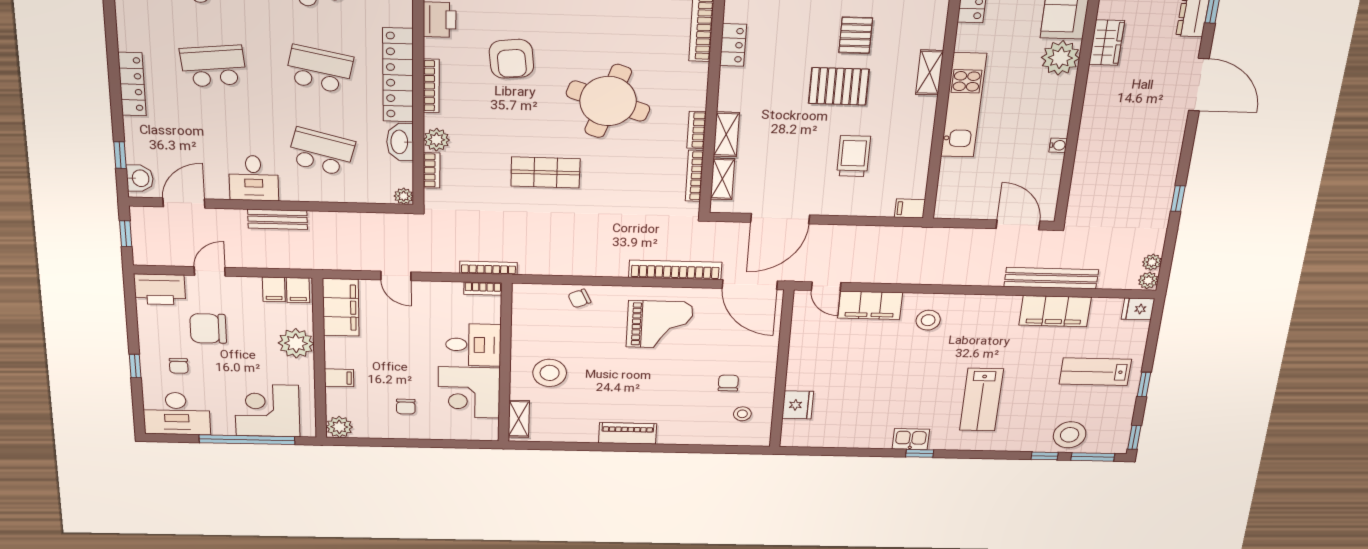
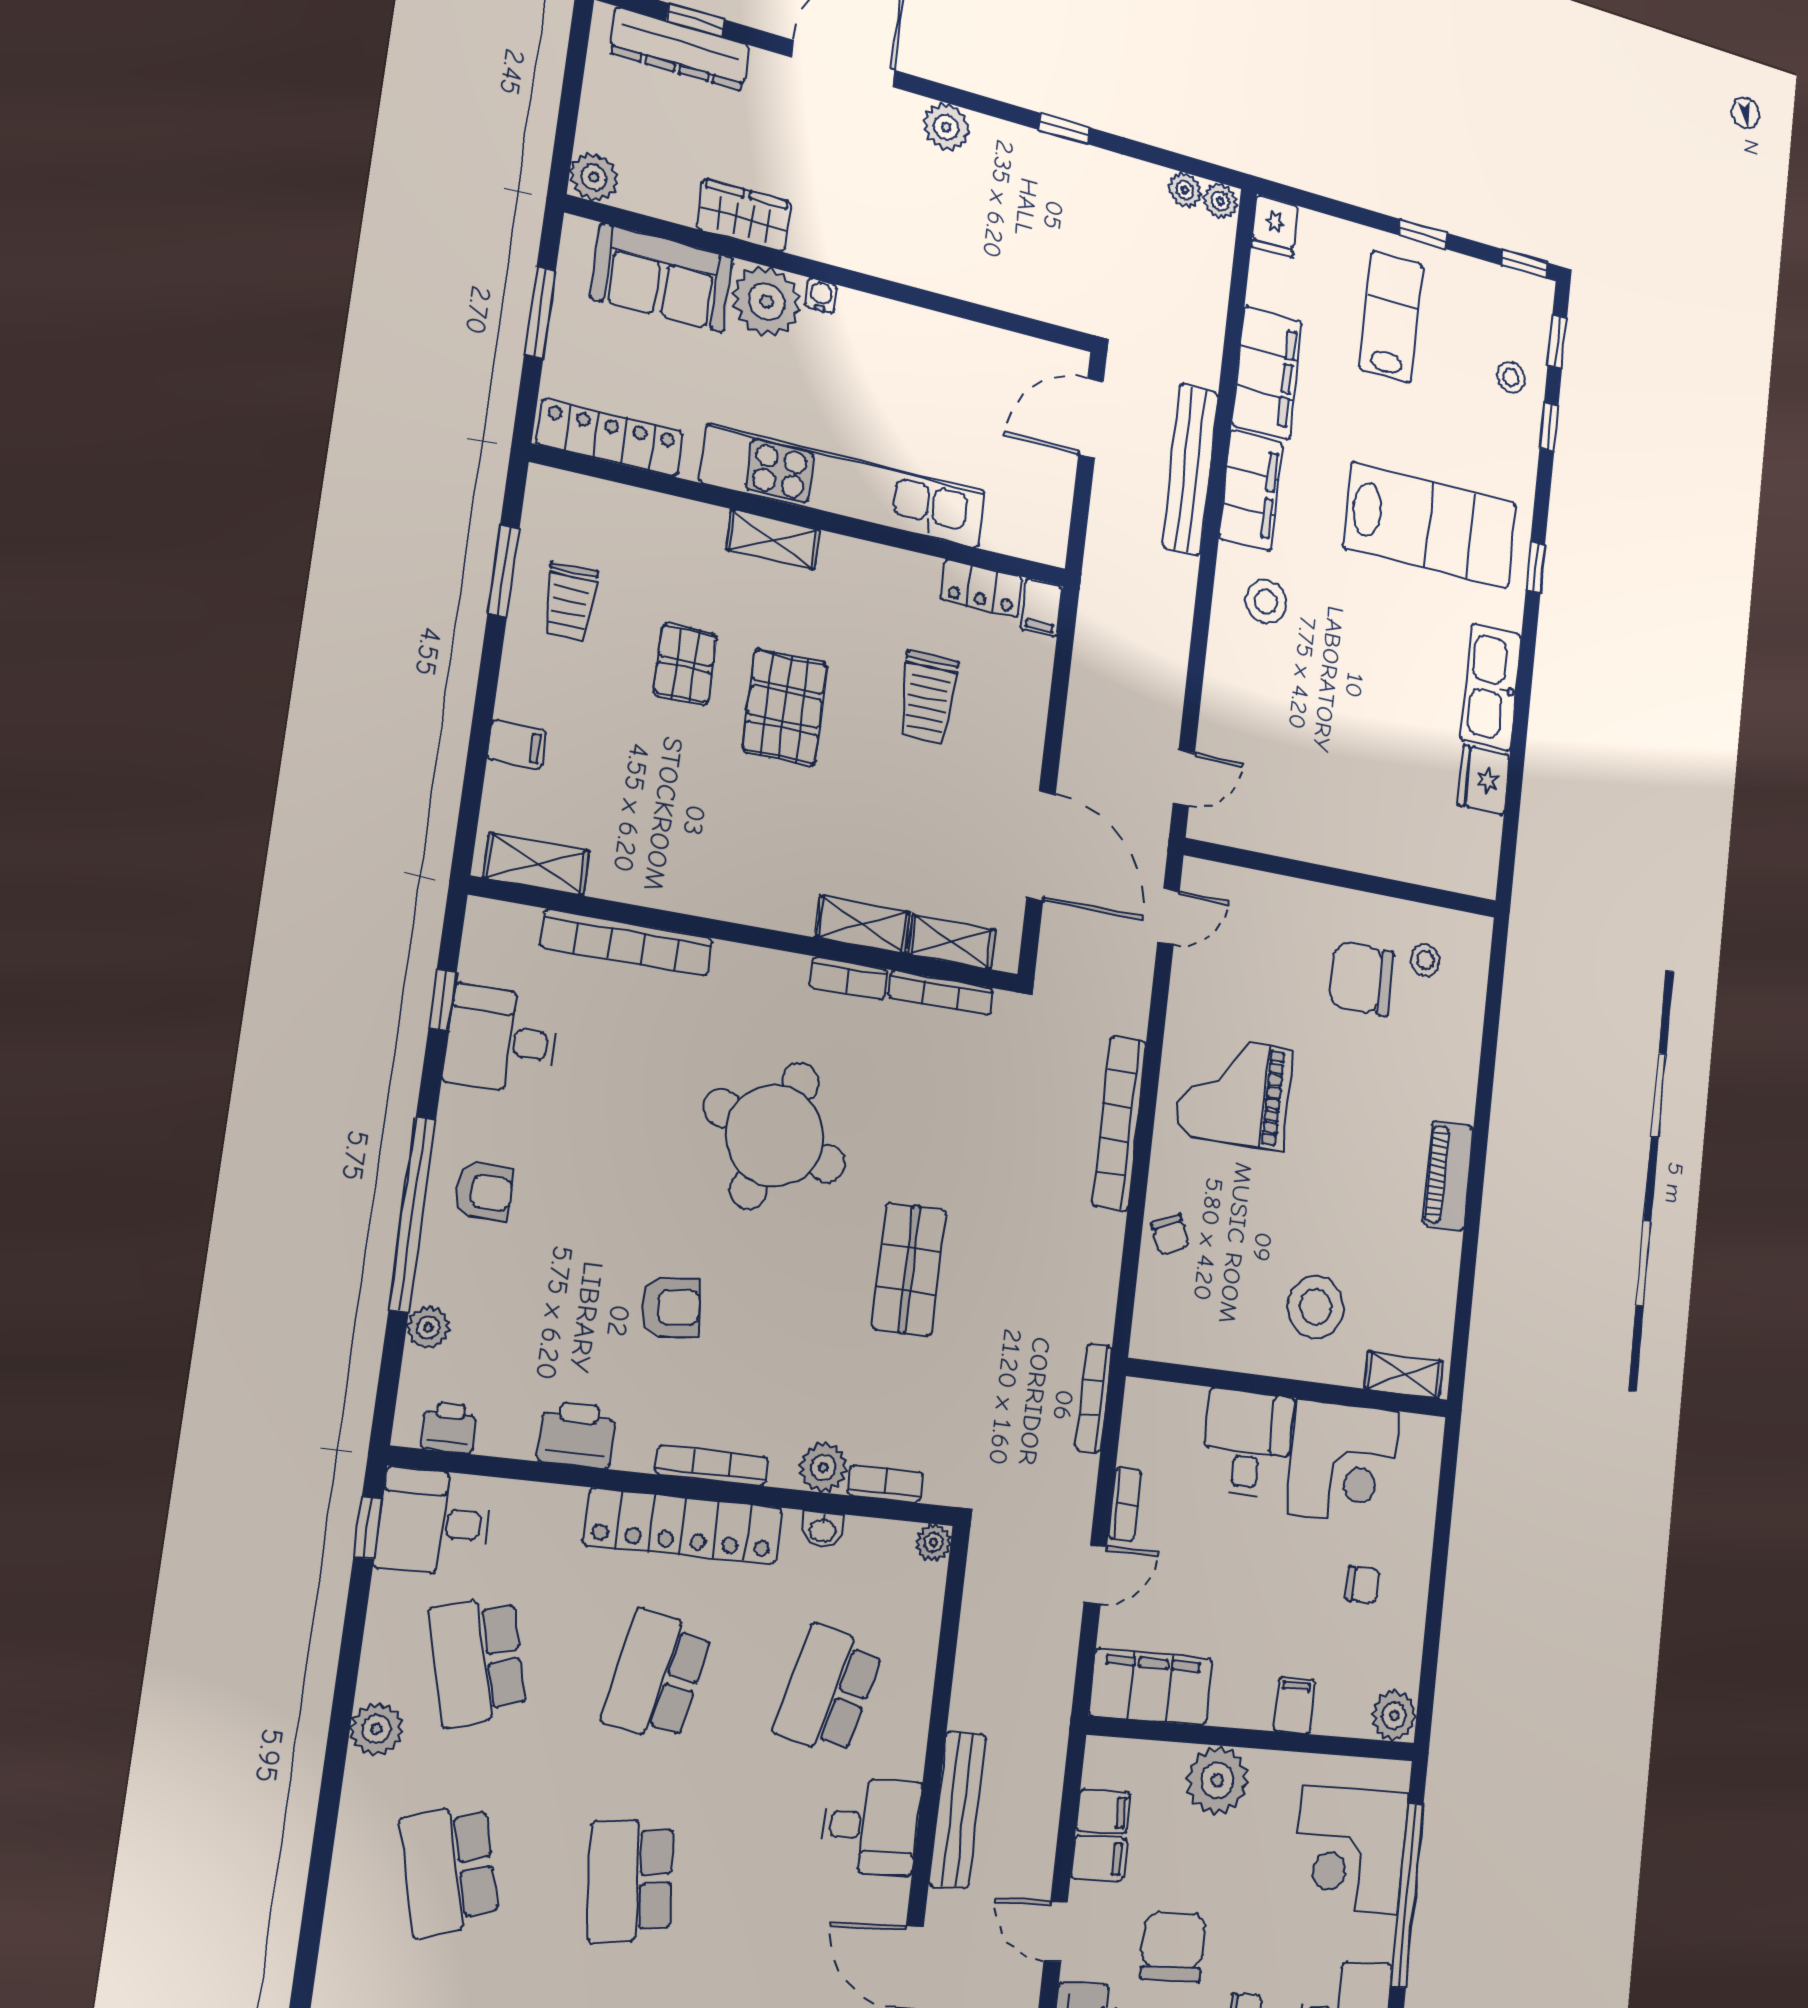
pallet: (856, 35) -> (685, 664), turned 90
locker: (733, 45) -> (981, 588), moved, turned 180
armchair: (511, 59) -> (671, 1307), width x0.72, depth x0.72
kitchen unit: (963, 105) -> (844, 486), width x1.36
plant: (1171, 139) -> (946, 127), added
washbasin: (400, 142) -> (823, 1530), width x0.52, depth x0.69
water cooler: (1058, 145) -> (821, 296), moved
trolley: (853, 156) -> (928, 697), turned -90
bench: (277, 219) -> (957, 1810), width x1.36
bookcase: (675, 270) -> (1119, 1123), moved
bench: (1051, 278) -> (1190, 469), moved
door: (750, 285) -> (1168, 917), width x0.53
bookcase: (483, 289) -> (1125, 1504), moved
filing cabinet: (298, 290) -> (1099, 1858), moved
filing cabinet: (870, 305) -> (1251, 491), moved
grand piano: (660, 324) -> (1235, 1092), turned -90
chair: (208, 328) -> (1173, 1947), turned 180
lab bench: (1095, 372) -> (1391, 317), turned 180
chair: (728, 383) -> (1362, 979), width x1.87, depth x1.87
lab bench: (981, 400) -> (1430, 525), width x1.36, depth x1.39
fridge: (798, 405) -> (1484, 780), moved, turned -90
stool: (1070, 435) -> (1511, 377), width x0.53, depth x0.53
kitchen sink: (911, 439) -> (1491, 687), width x1.88, depth x1.24
window: (920, 453) -> (1535, 567), moved
window: (1093, 457) -> (1557, 342), width x0.67

